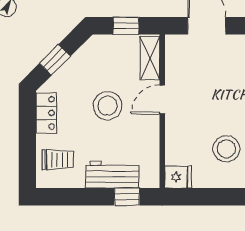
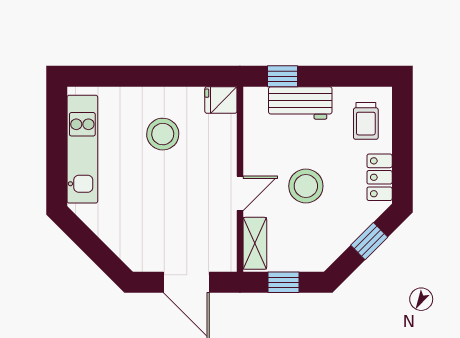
trolley: (58, 160) -> (366, 121), turned -90

